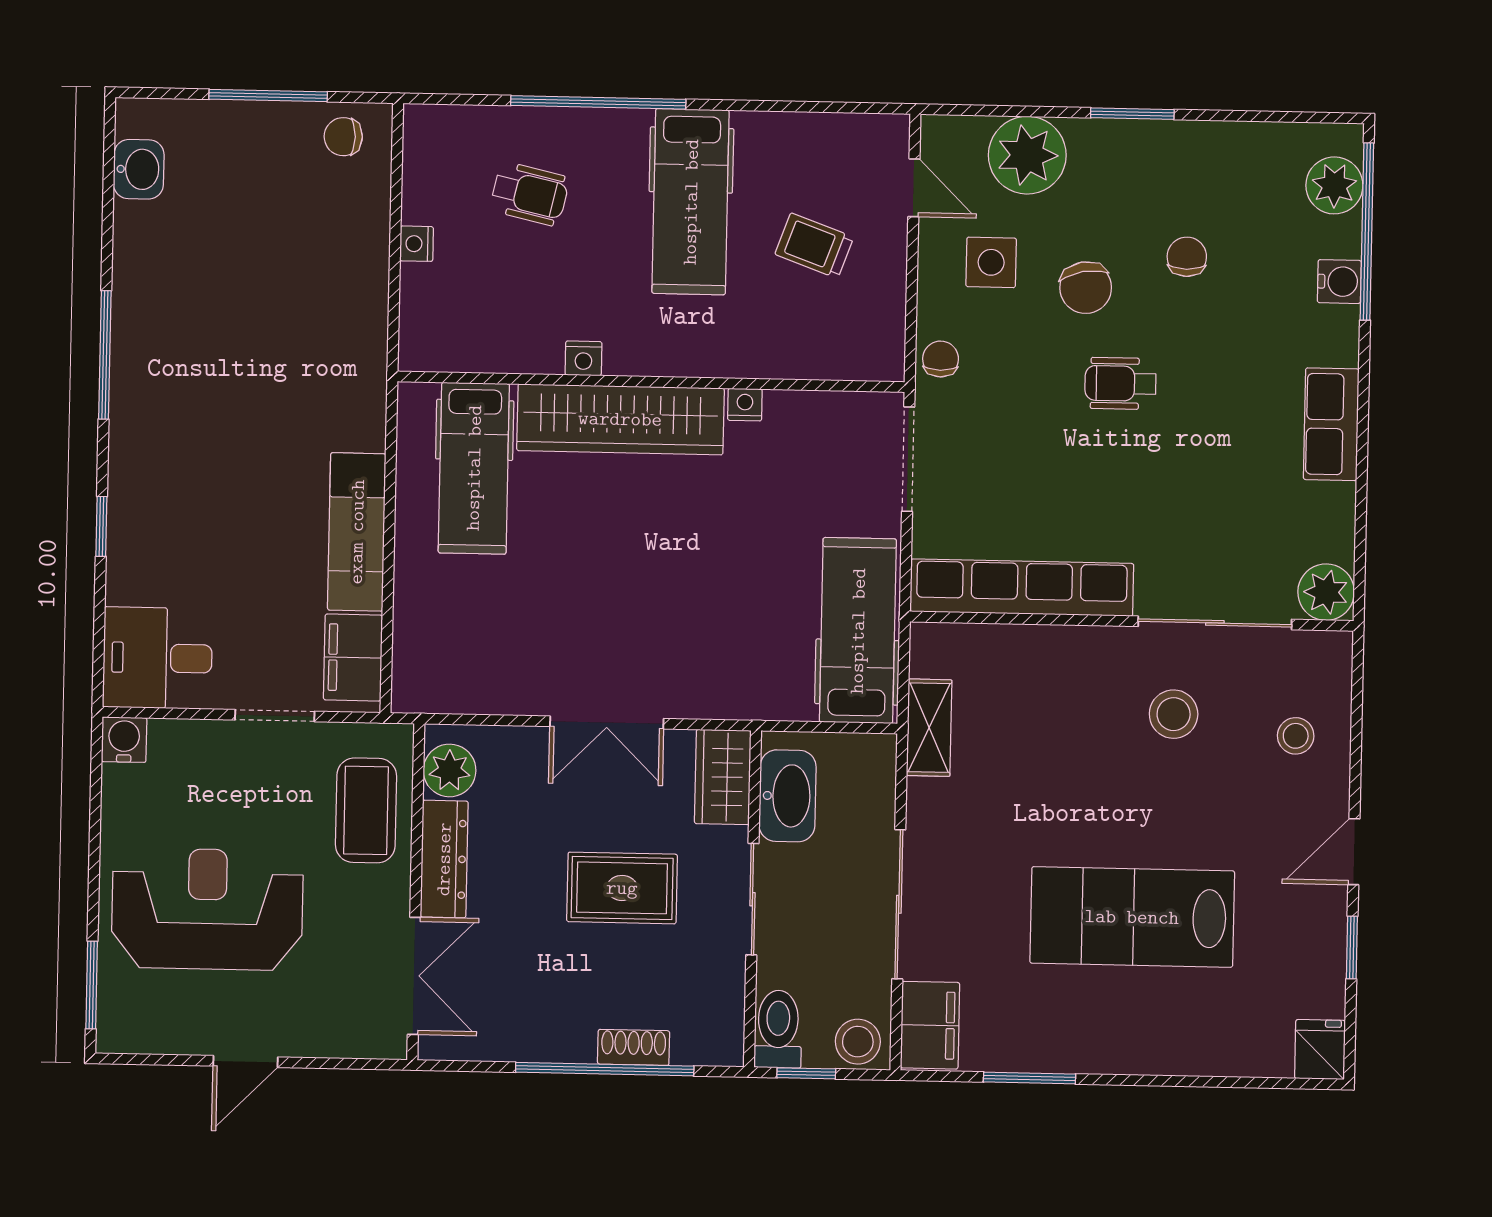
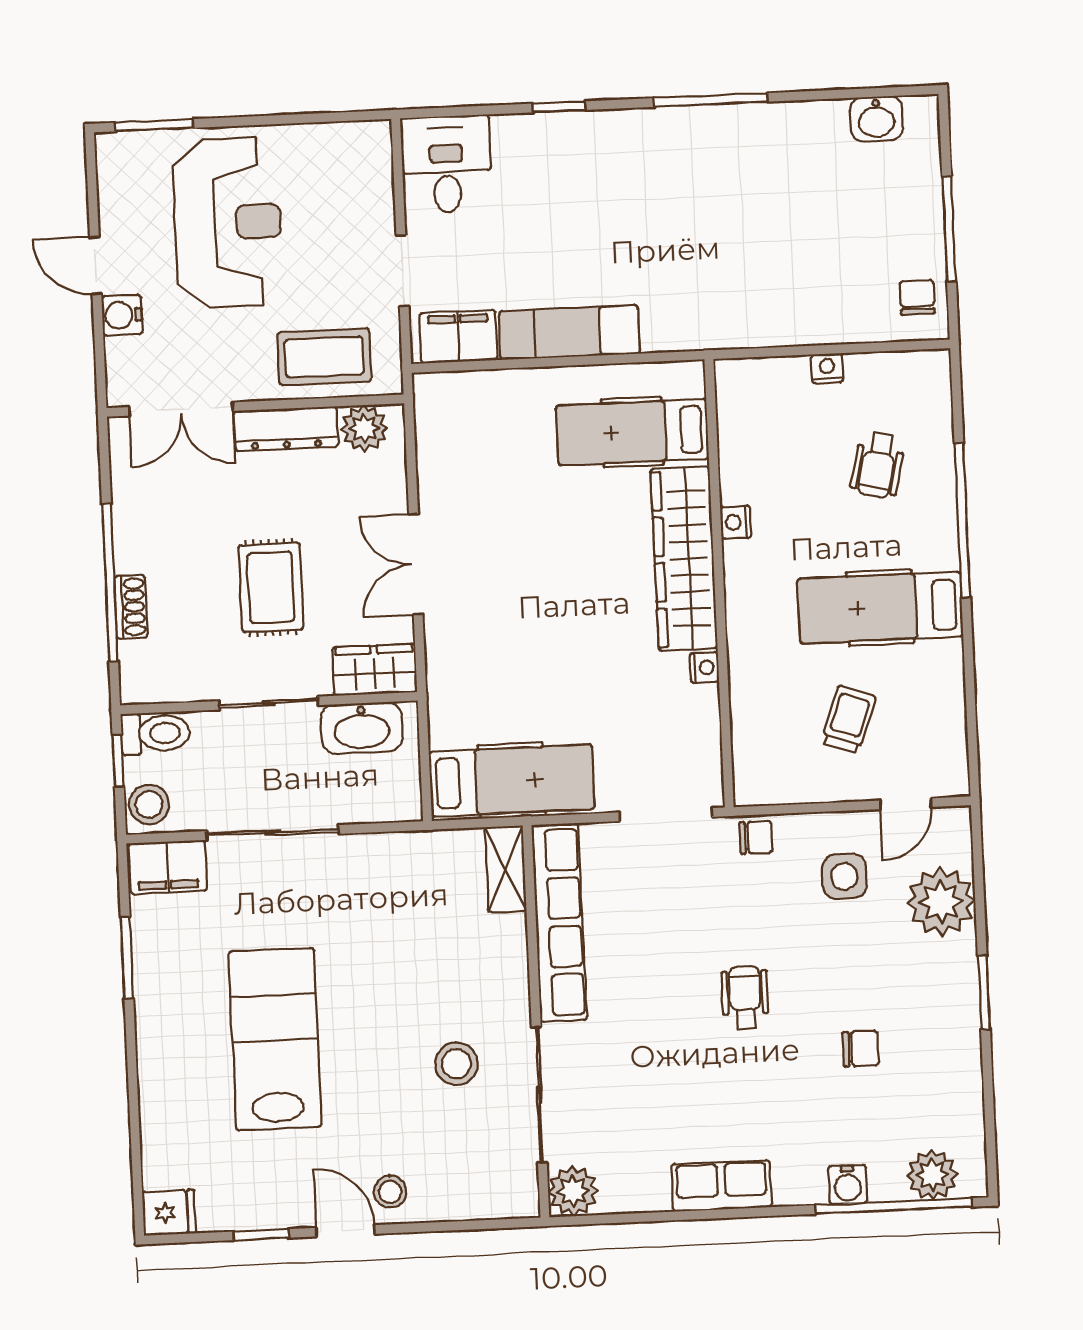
chair: (1086, 288) -> (828, 961), removed
shelving: (929, 728) -> (505, 869), moved, turned 90
stool: (1296, 736) -> (390, 1192), moved
water cooler: (124, 740) -> (122, 315), moved, turned 180

